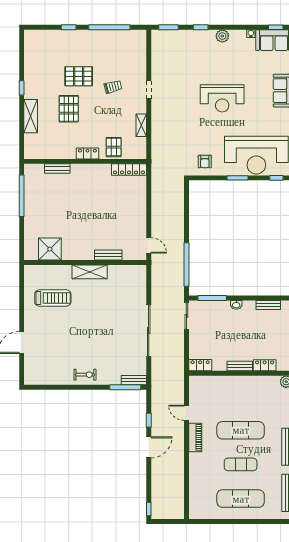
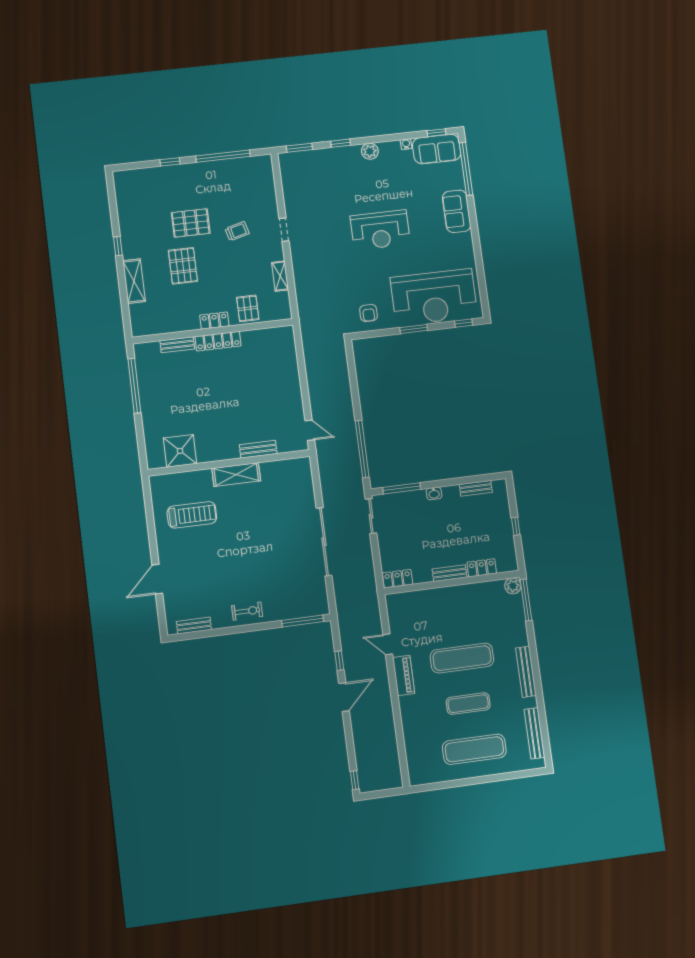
locker: (129, 170) -> (218, 341), moved
bench: (134, 380) -> (194, 626), moved

